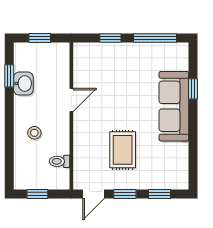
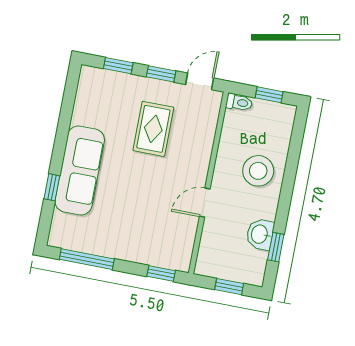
window: (110, 38) -> (161, 273), moved
stool: (34, 133) -> (258, 171), width x1.89, depth x1.89
toilet: (60, 161) -> (239, 102), moved

